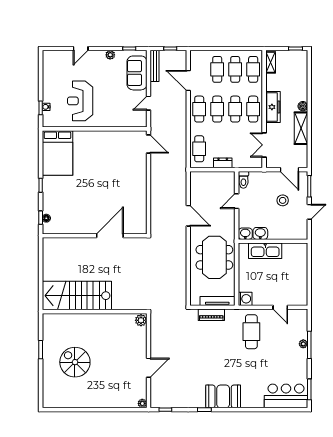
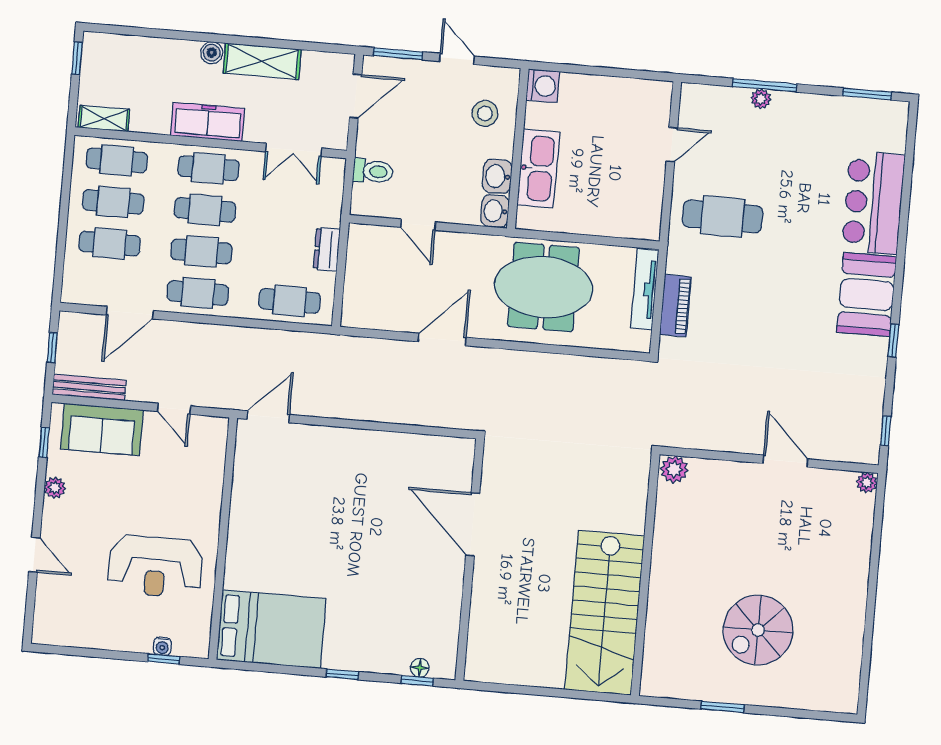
toilet: (243, 180) -> (373, 171), moved
stool: (283, 200) -> (485, 113), moved
washing machine: (245, 299) -> (543, 86), moved, turned 90
bar counter: (286, 396) -> (873, 203), moved

